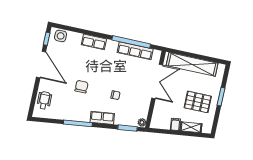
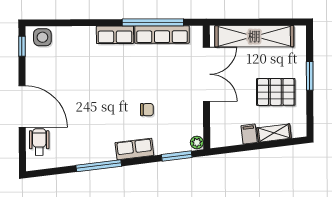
row of seats: (94, 42) -> (115, 35), moved
door: (41, 65) -> (22, 107), moved
chair: (81, 87) -> (92, 108), removed

